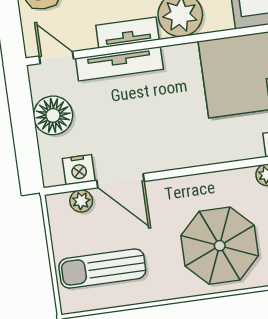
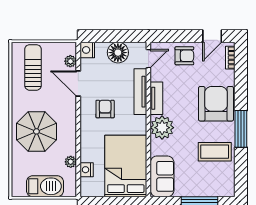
armchair: (161, 125) -> (105, 109), added
nightstand: (79, 170) -> (87, 50), moved
door: (120, 181) -> (78, 83), hinge flipped

